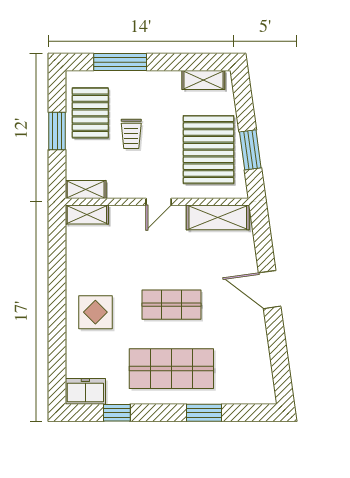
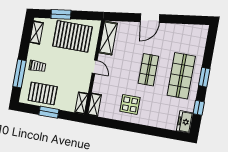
trolley: (131, 134) -> (37, 66), moved
window: (250, 150) -> (61, 14), moved
display table: (95, 312) -> (130, 104), moved
window: (204, 413) -> (204, 77), moved

